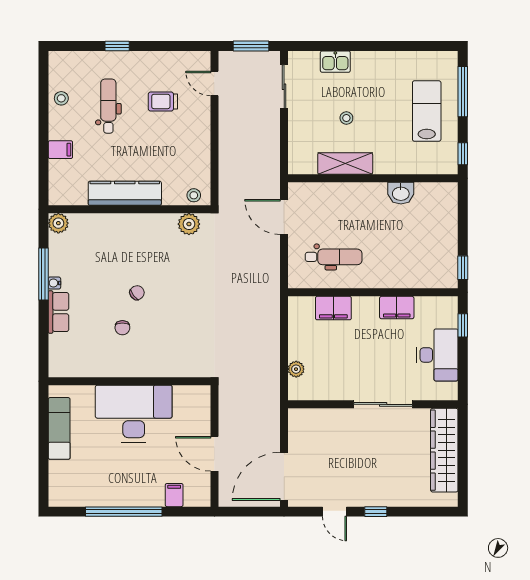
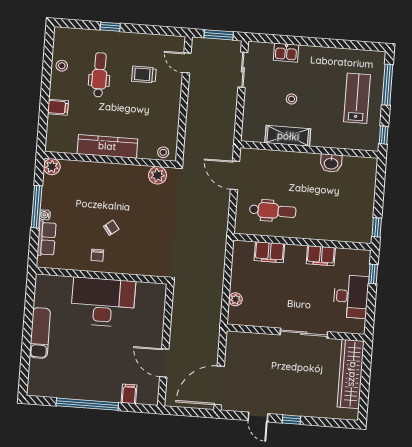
wall: (129, 381) -> (102, 275), moved
desk: (134, 414) -> (103, 302), moved

